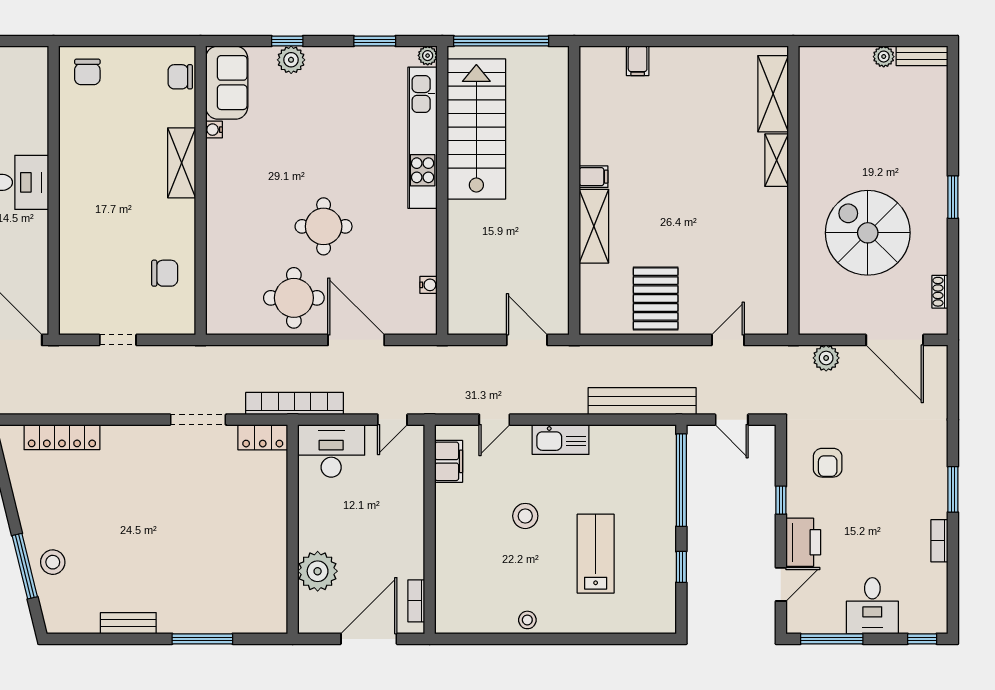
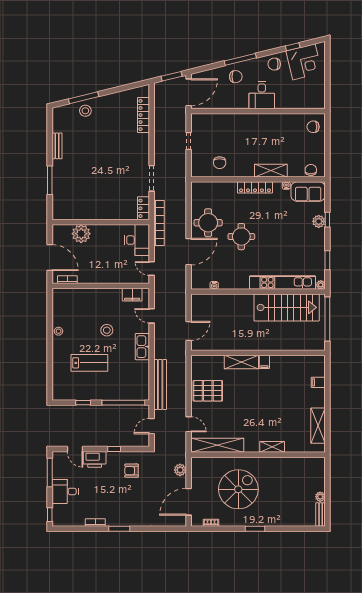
shelving: (773, 94) -> (318, 426), moved, turned 90
locker: (218, 197) -> (255, 187), added
shelving: (773, 278) -> (217, 445), added

